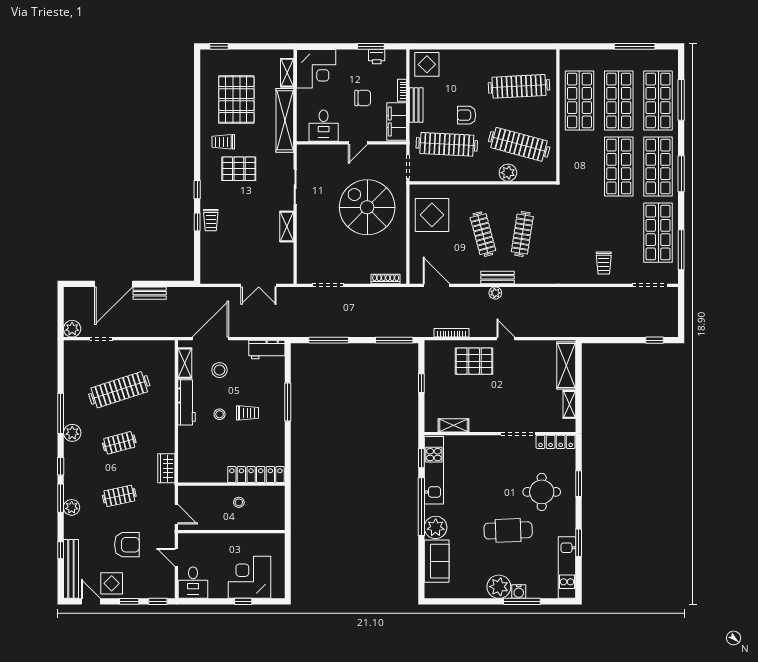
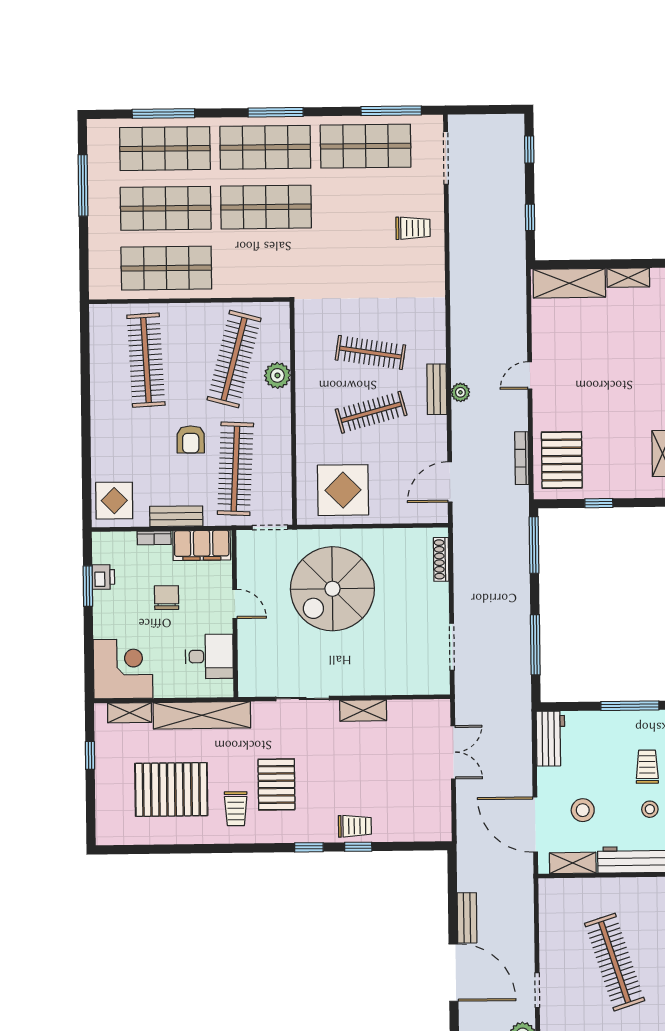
window: (219, 46) -> (90, 755), moved
window: (610, 340) -> (530, 217), added
pallet: (474, 361) -> (562, 460), moved

